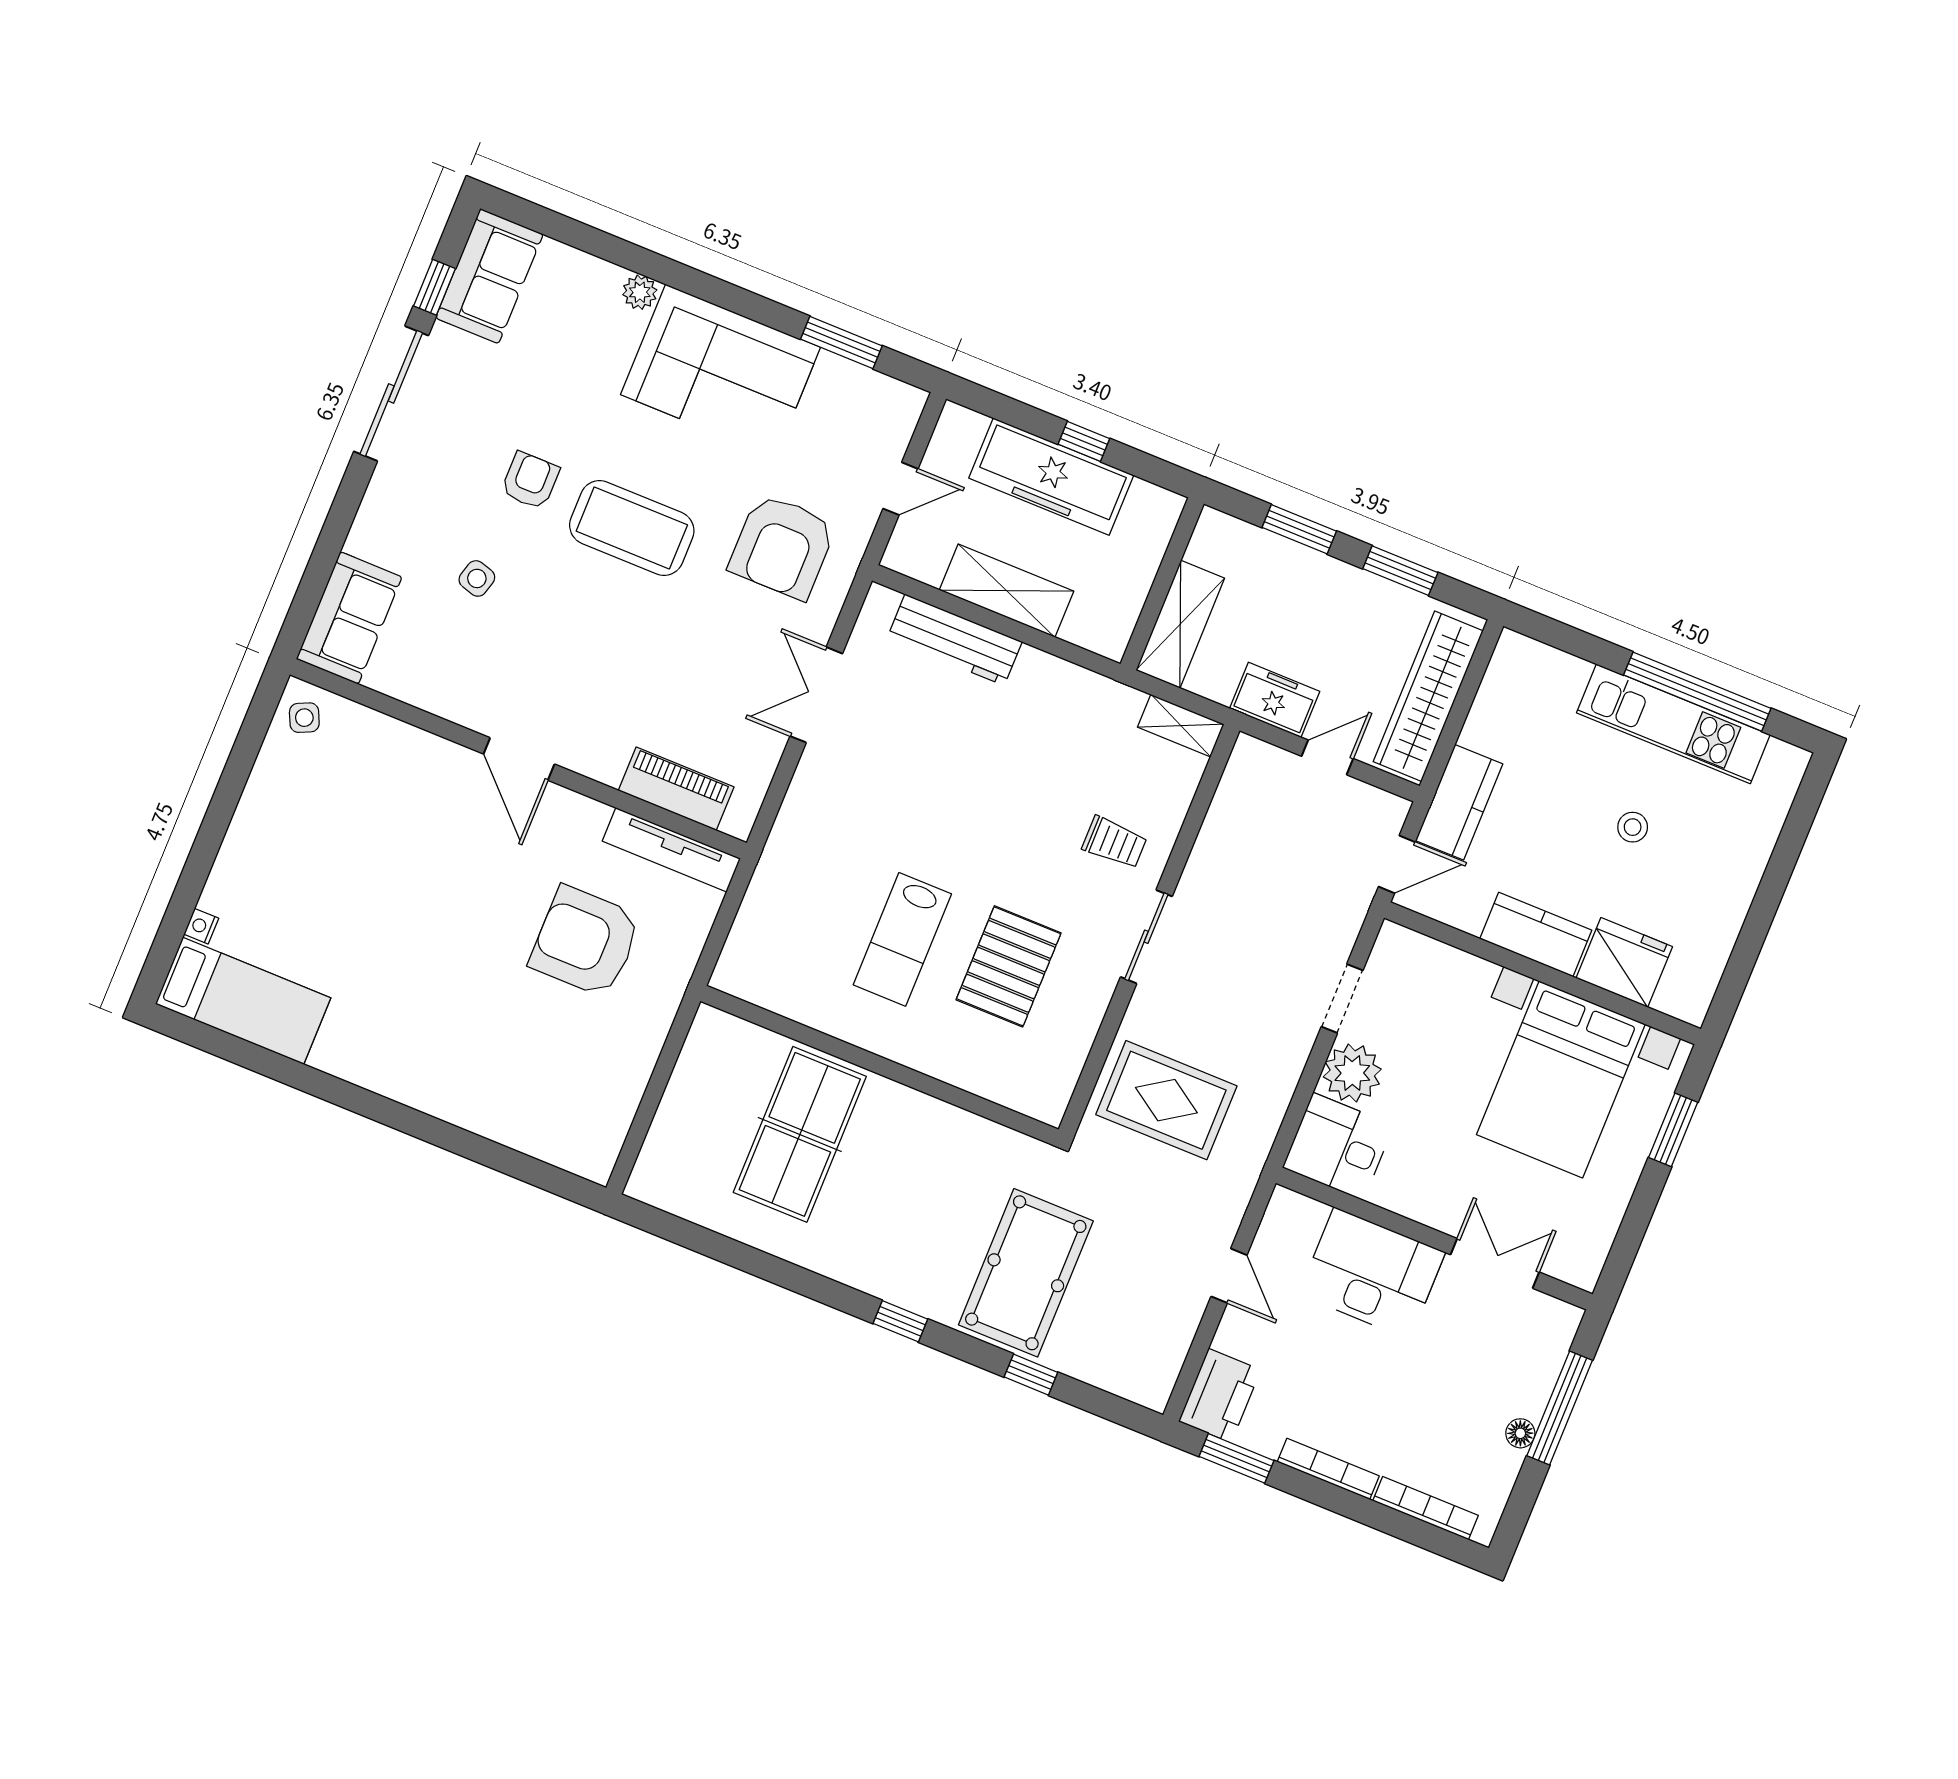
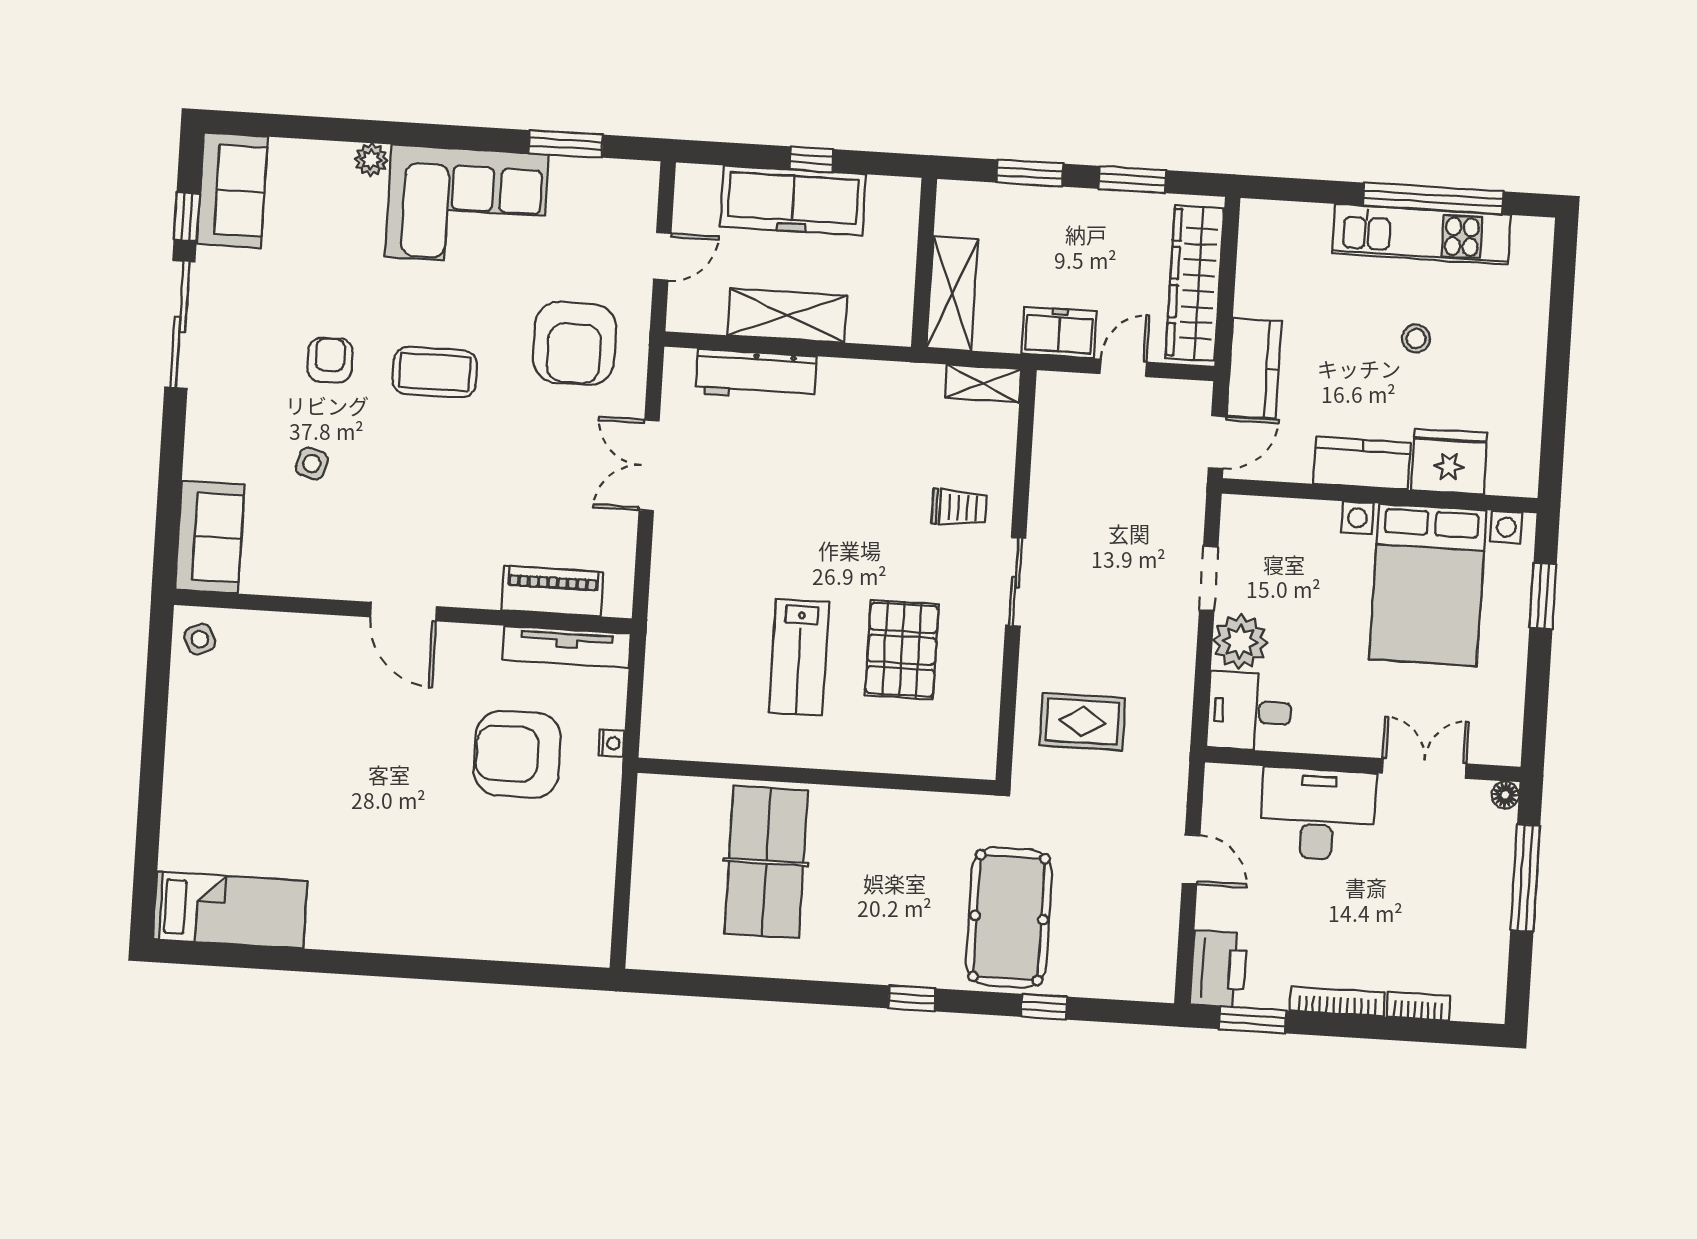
coffee table: (632, 528) -> (435, 372), width x0.73, depth x0.76
nightstand: (201, 926) -> (611, 743), moved, turned 180
rug: (1166, 1100) -> (1083, 722), width x0.73, depth x0.70
floor lamp: (1520, 1433) -> (1505, 795), moved
bookcase: (1426, 1508) -> (1418, 1006), width x0.64

